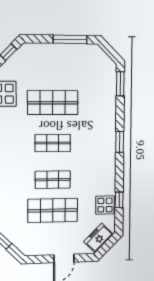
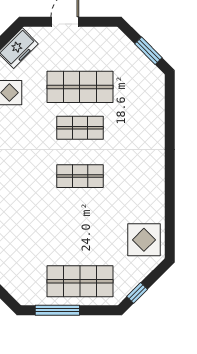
shop shelf: (53, 103) -> (80, 281), moved

